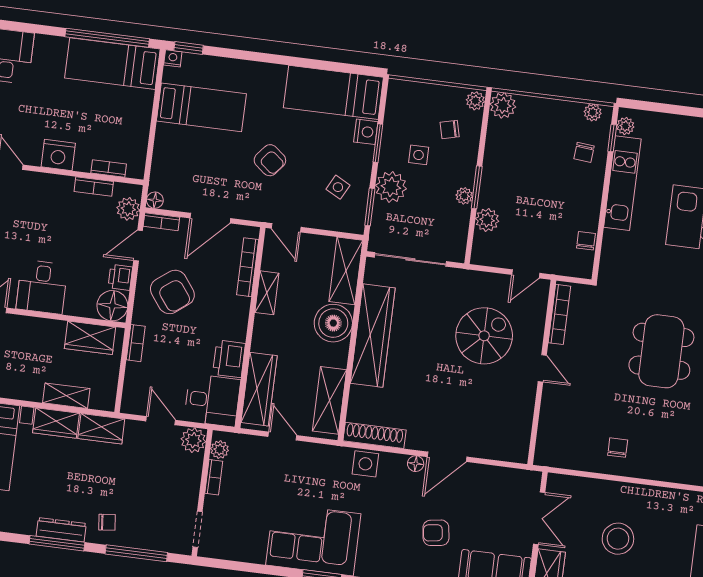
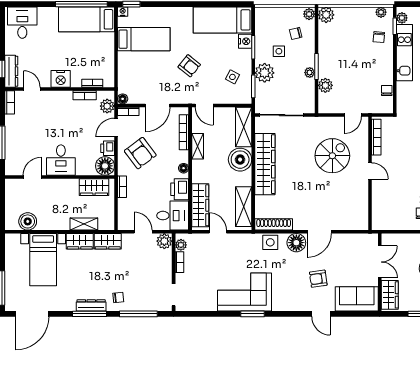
floor lamp: (240, 326) -> (184, 168), added
floor lamp: (416, 464) -> (296, 243), width x1.89, depth x1.89

